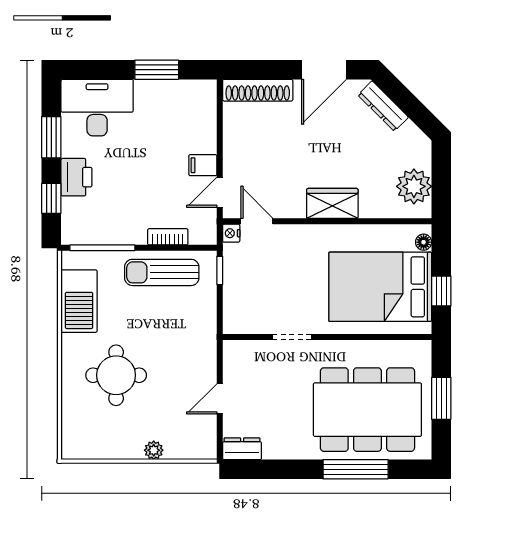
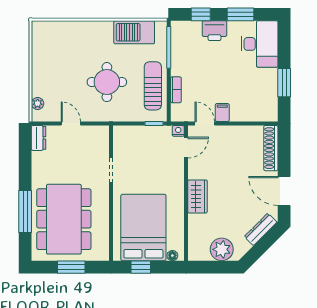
plant: (414, 186) -> (222, 249), moved
round table: (116, 375) -> (107, 82), moved
plant: (154, 450) -> (38, 104), moved

